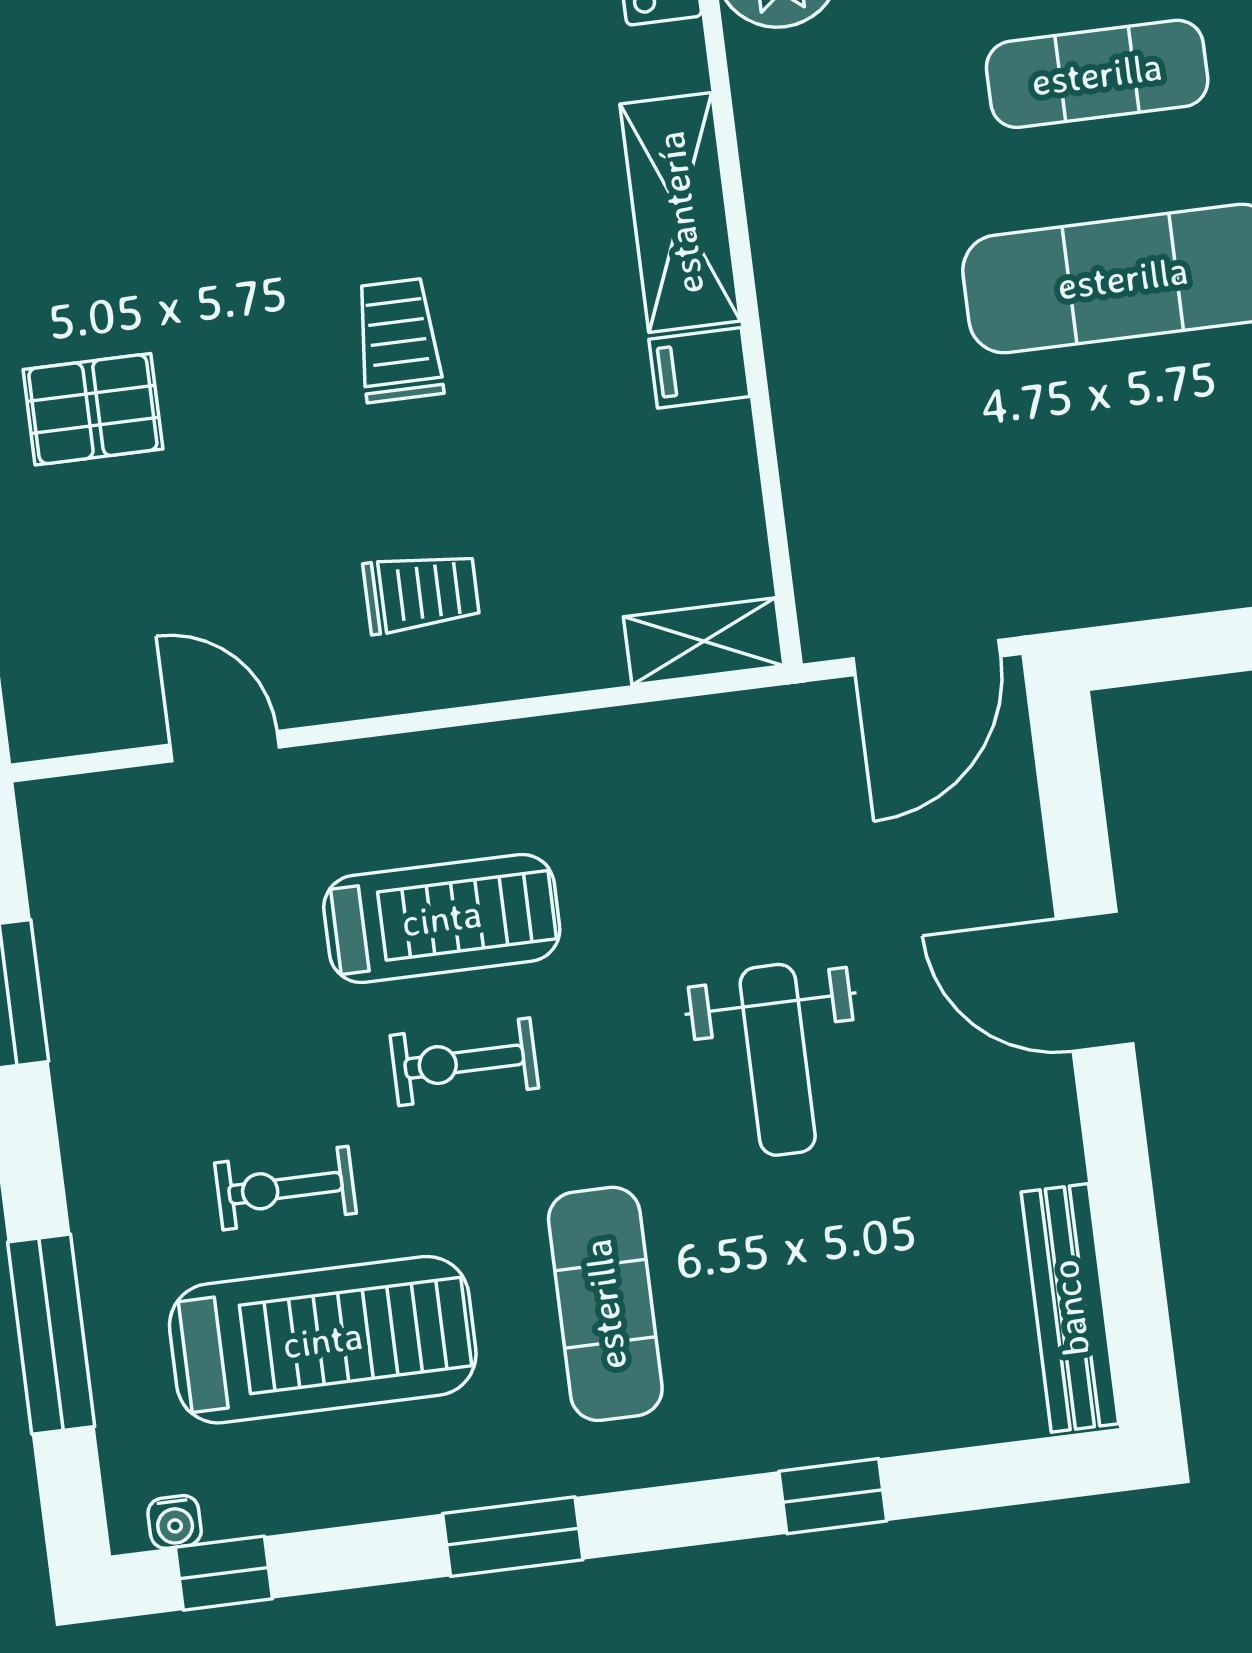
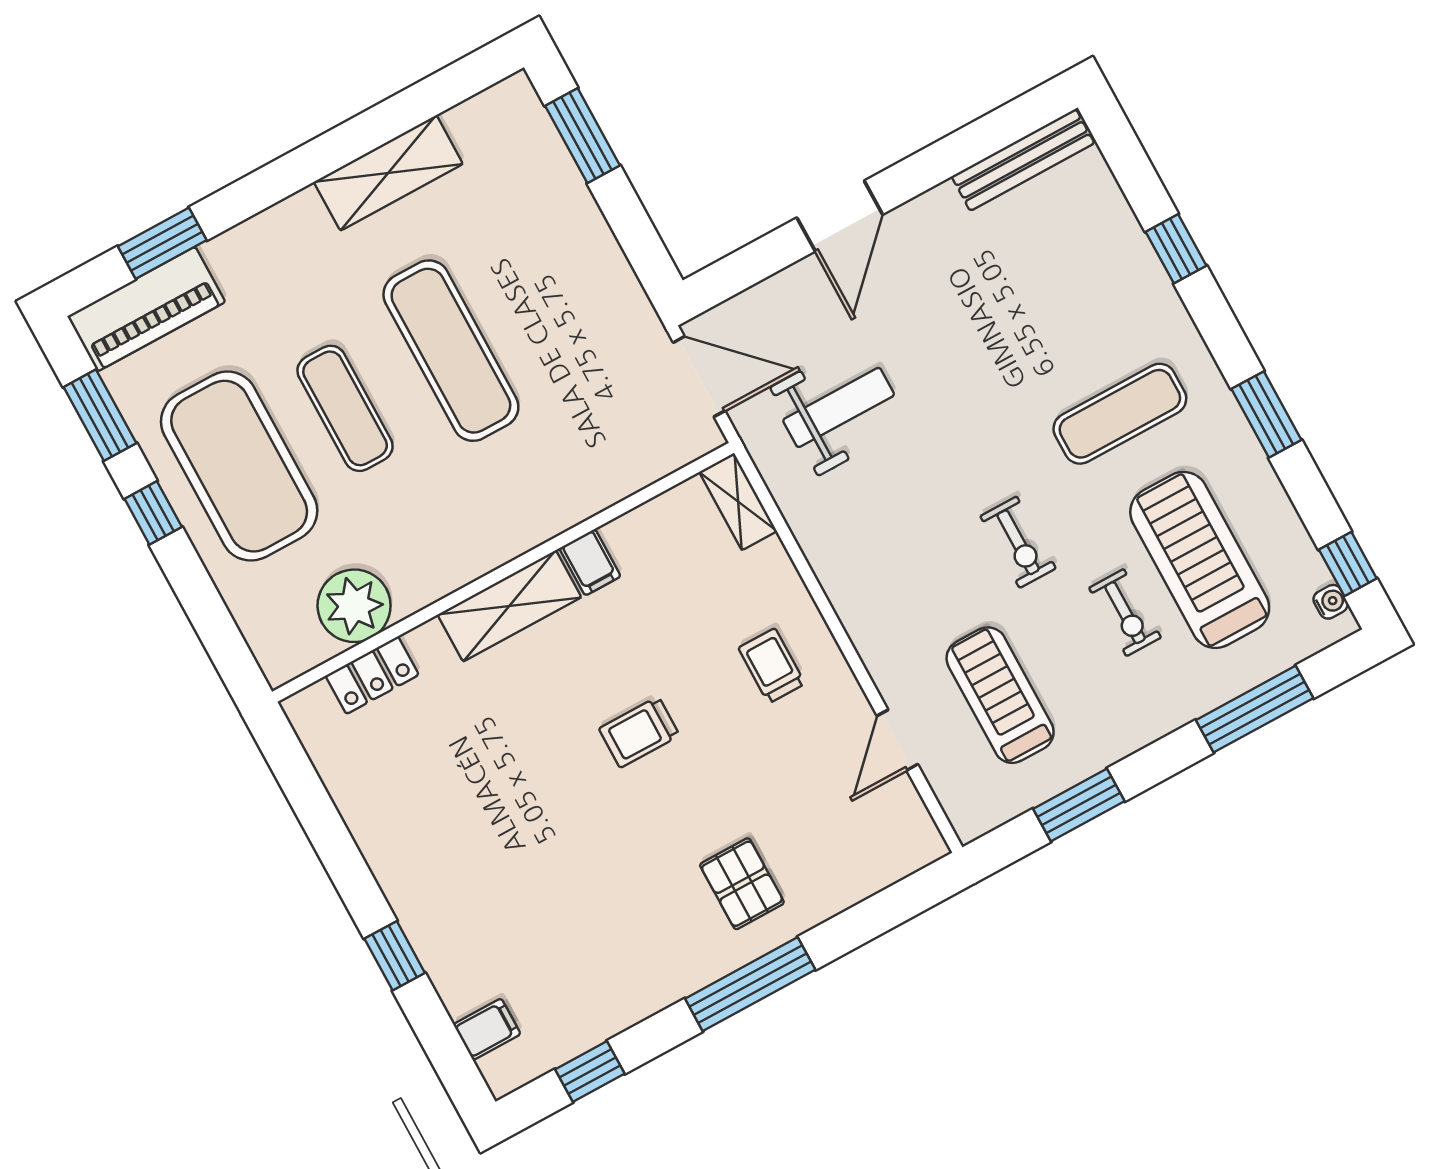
treadmill: (442, 918) -> (1000, 695), moved
weight bench: (778, 1060) -> (839, 407), moved

